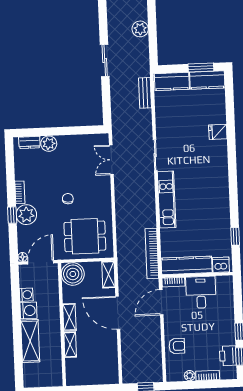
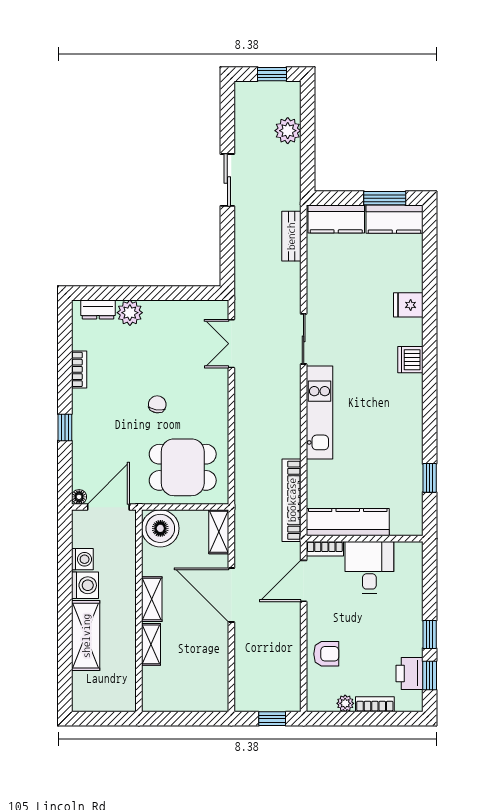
bookcase: (20, 192) -> (79, 369), moved
plant: (26, 215) -> (88, 428), removed
dishwasher: (221, 265) -> (410, 360), moved, turned -90

